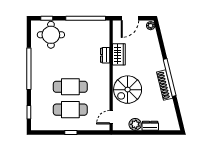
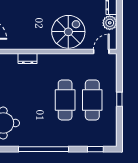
wardrobe: (119, 54) -> (26, 42), removed
spiral stairs: (128, 90) -> (68, 32), turned -90
door: (111, 117) -> (101, 51), swing flipped

